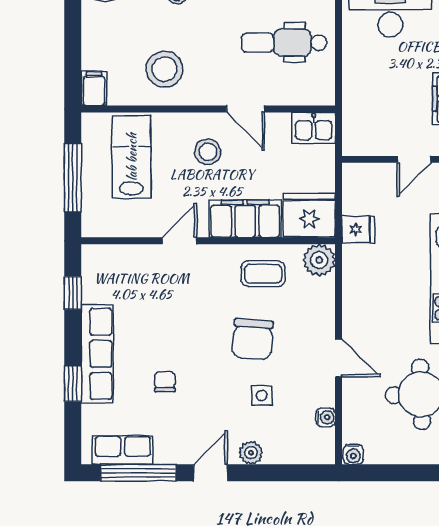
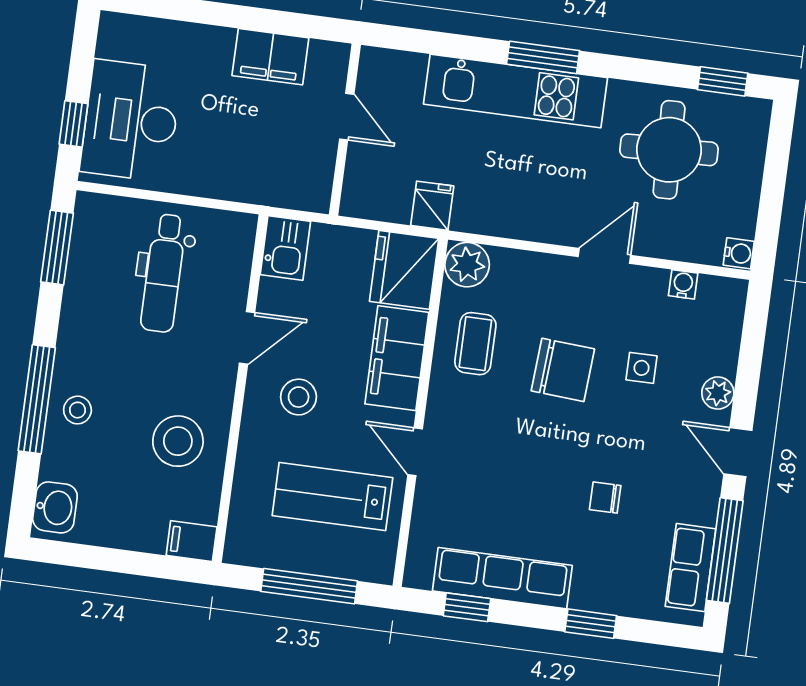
lab bench: (132, 157) -> (332, 497), moved
row of seats: (97, 354) -> (502, 578), moved

